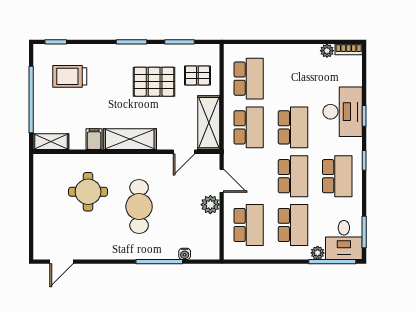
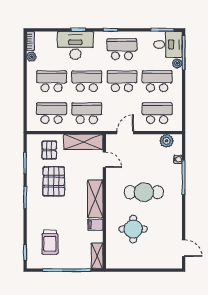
school desk: (293, 79) -> (52, 81), added
plant: (210, 205) -> (167, 141), moved

